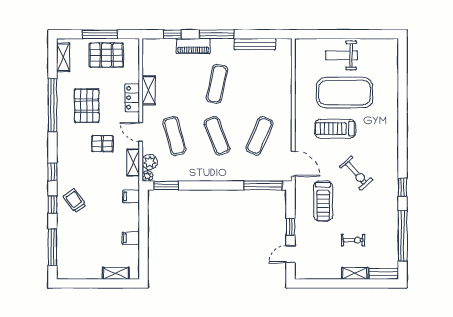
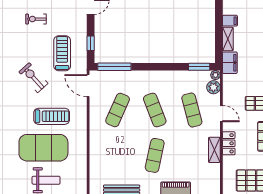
shelving: (133, 162) -> (228, 39), moved
filing cabinet: (131, 196) -> (230, 63), width x2.00
window: (291, 227) -> (91, 43), moved

